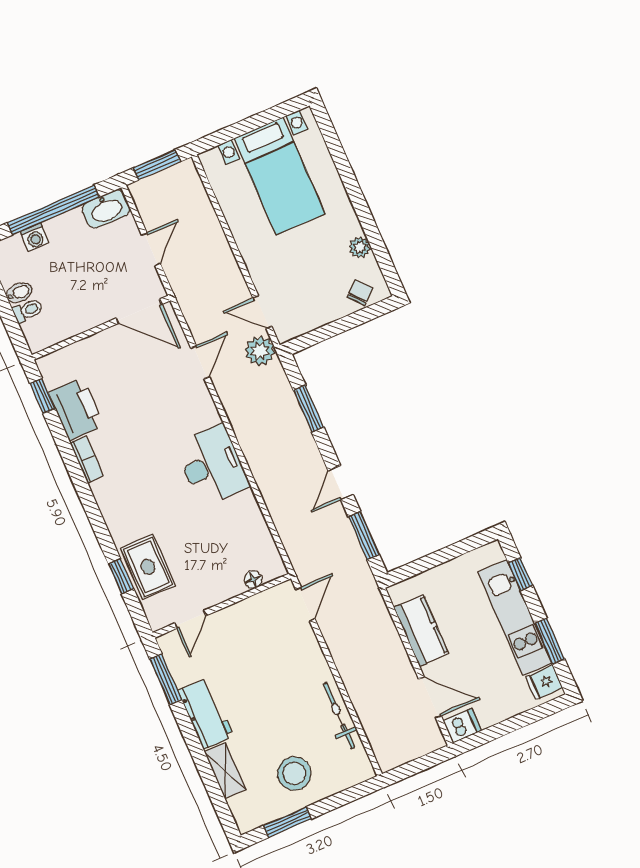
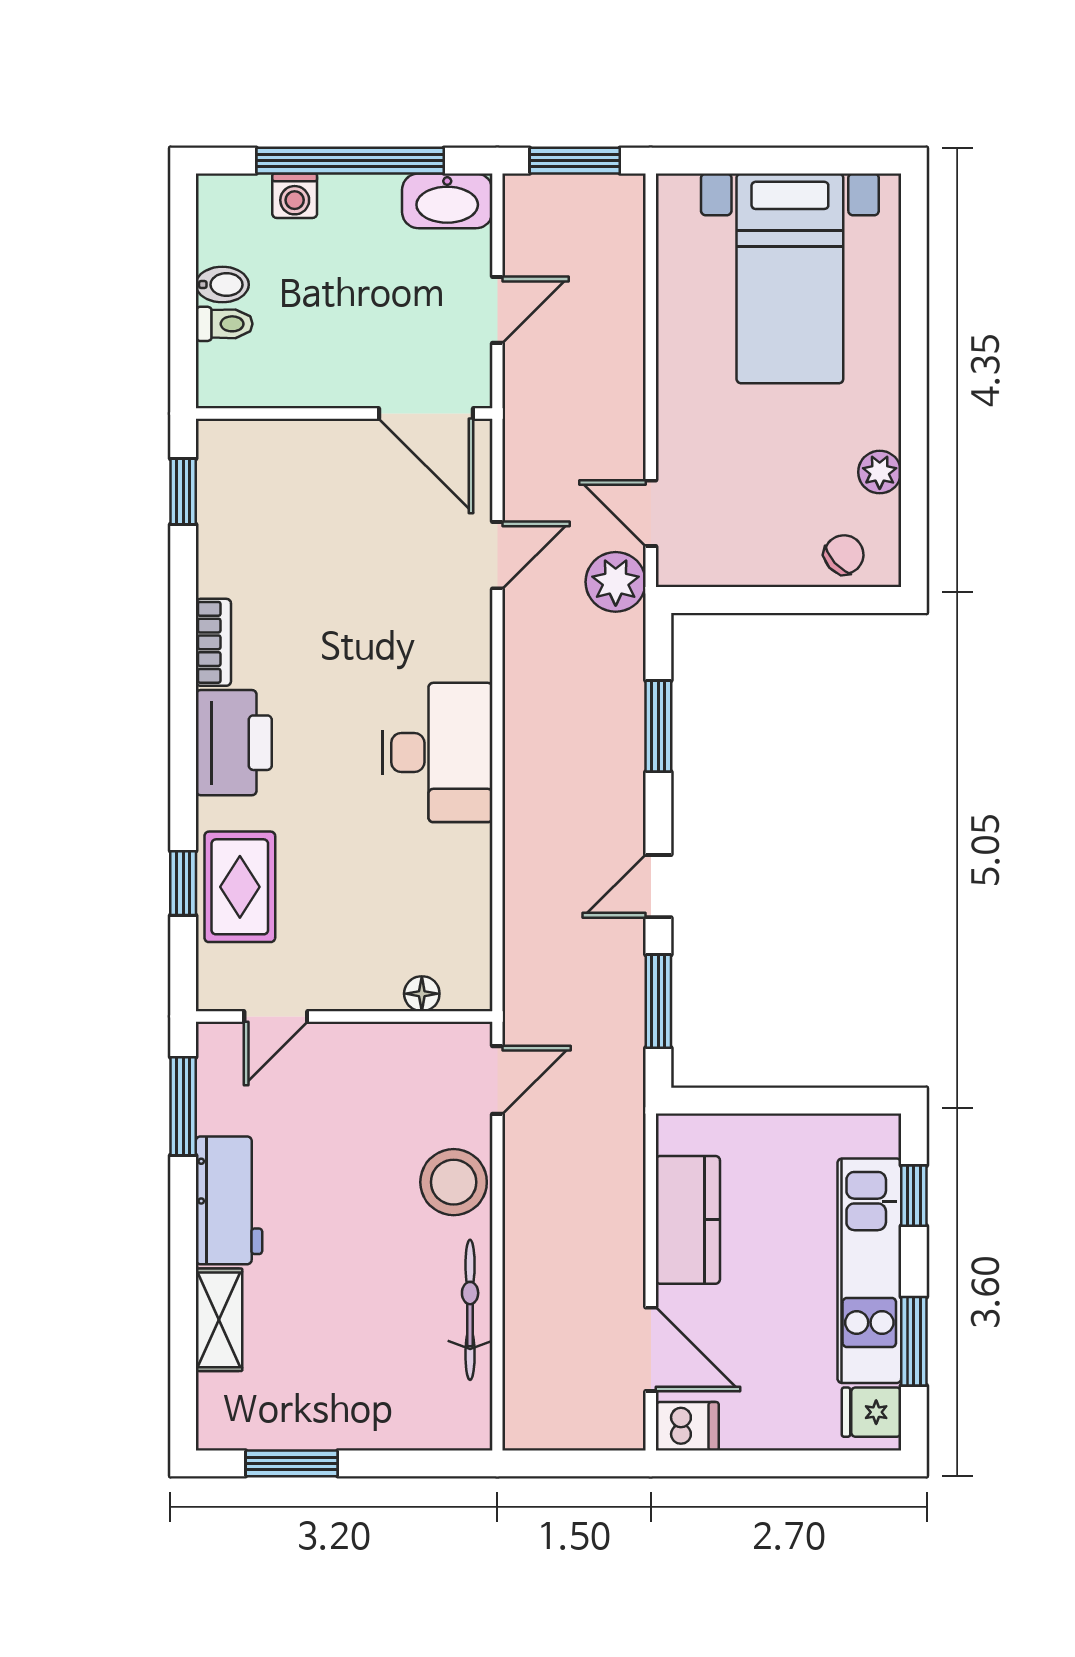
printer: (76, 409) -> (234, 743), moved
stool: (294, 773) -> (454, 1182), moved

